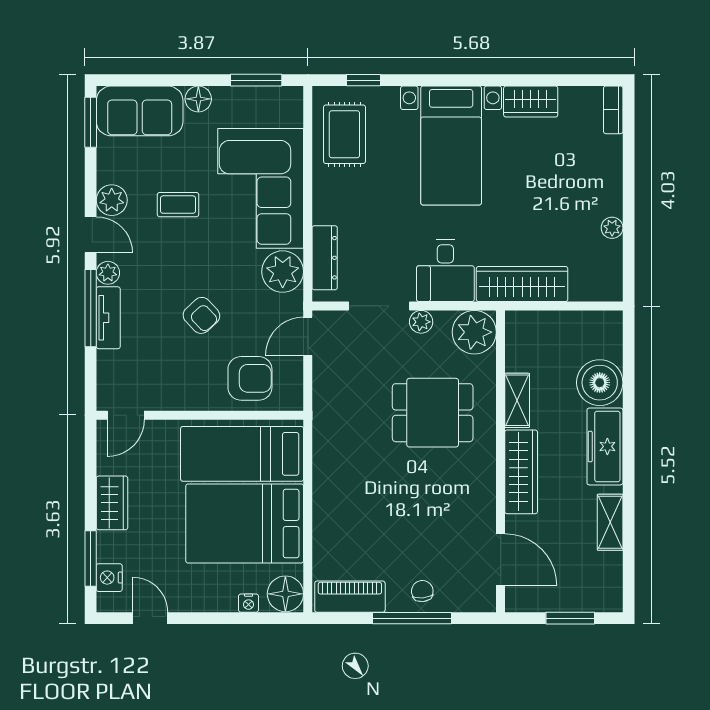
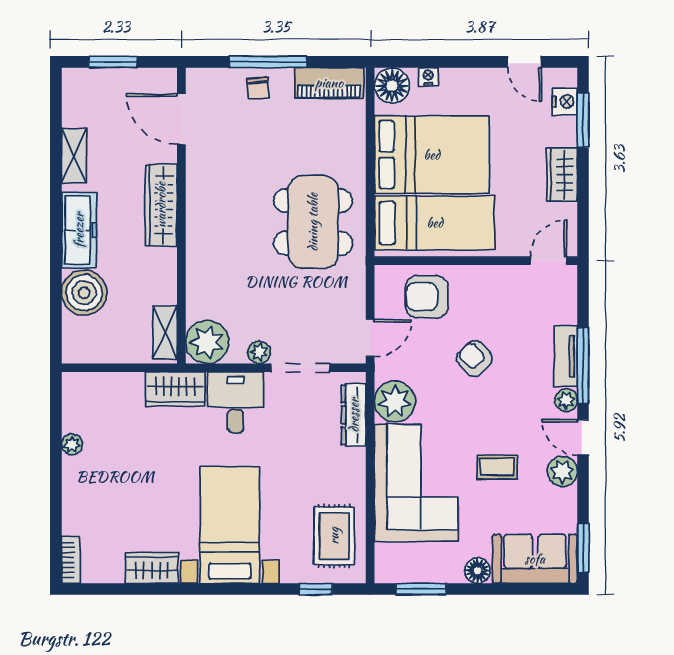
wardrobe: (522, 284) -> (175, 389), width x0.67
shelving: (517, 400) -> (165, 332), moved
dining table: (433, 413) -> (313, 222), moved, width x1.38

